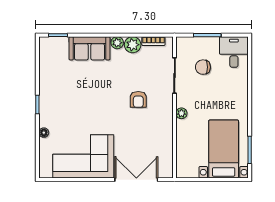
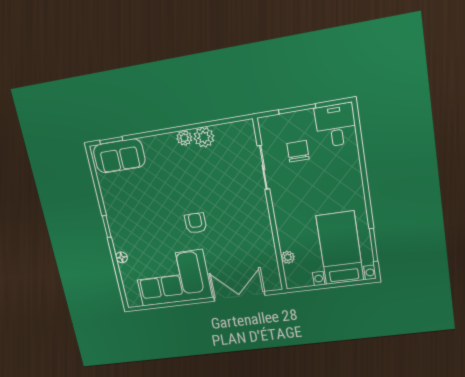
bookcase: (153, 41) -> (229, 128), removed
sofa: (90, 48) -> (119, 156), moved
chair: (203, 67) -> (298, 151), turned 90
armchair: (138, 99) -> (196, 223), moved, turned 180
plant: (181, 113) -> (288, 257), moved

